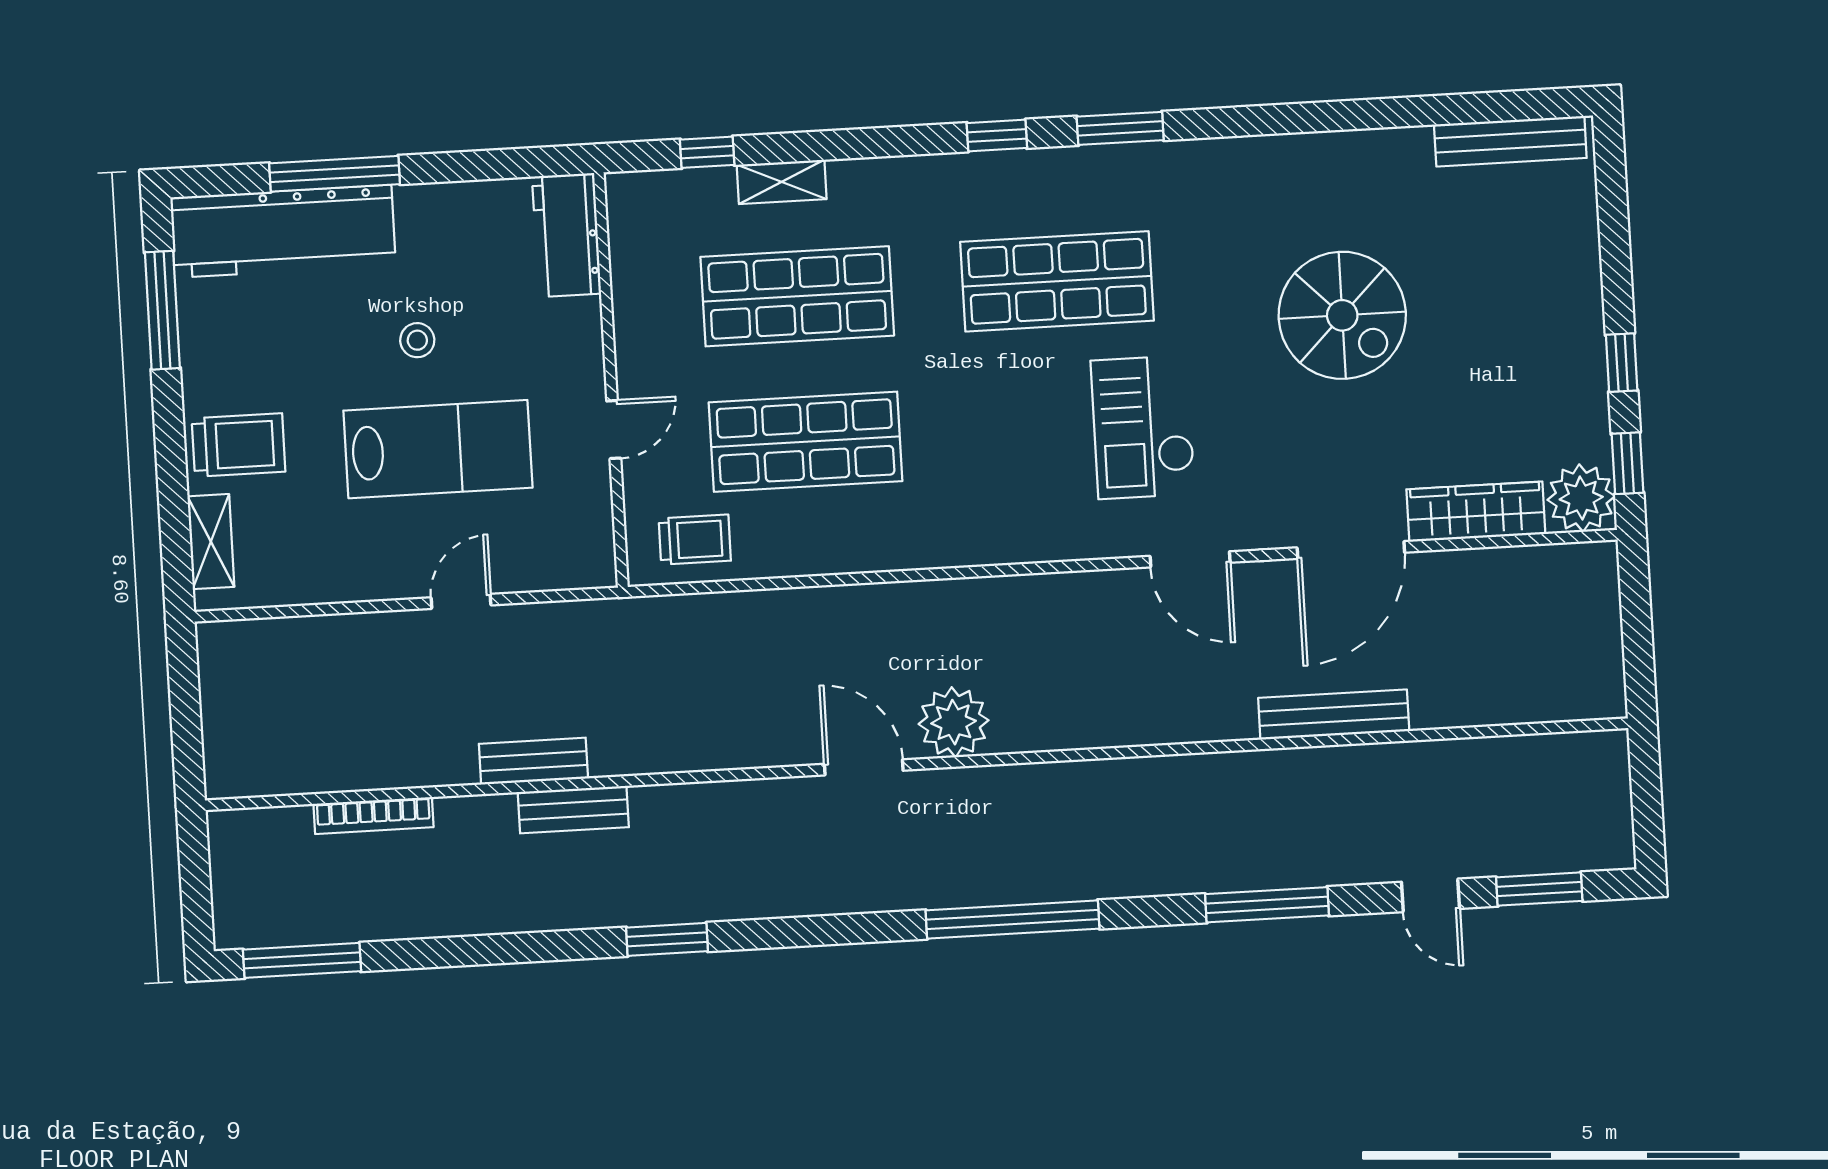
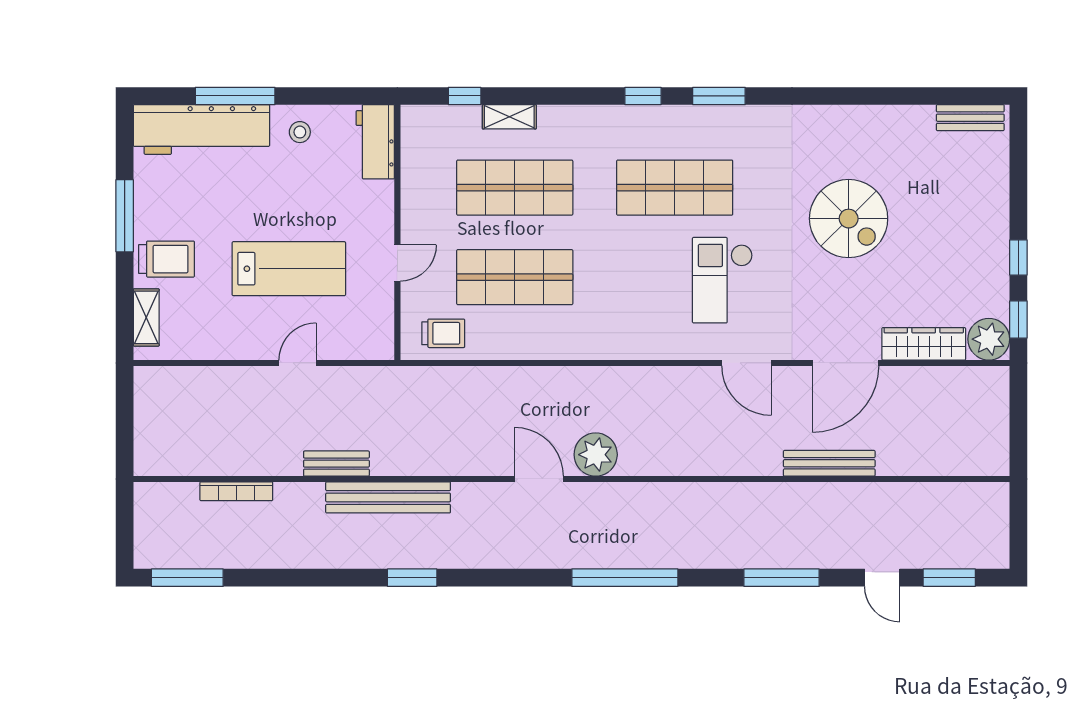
bench: (1510, 141) -> (970, 118), width x0.73
window: (162, 310) -> (125, 216), moved
stool: (417, 340) -> (300, 132), moved
bench: (573, 810) -> (388, 497), width x1.86, depth x1.21

